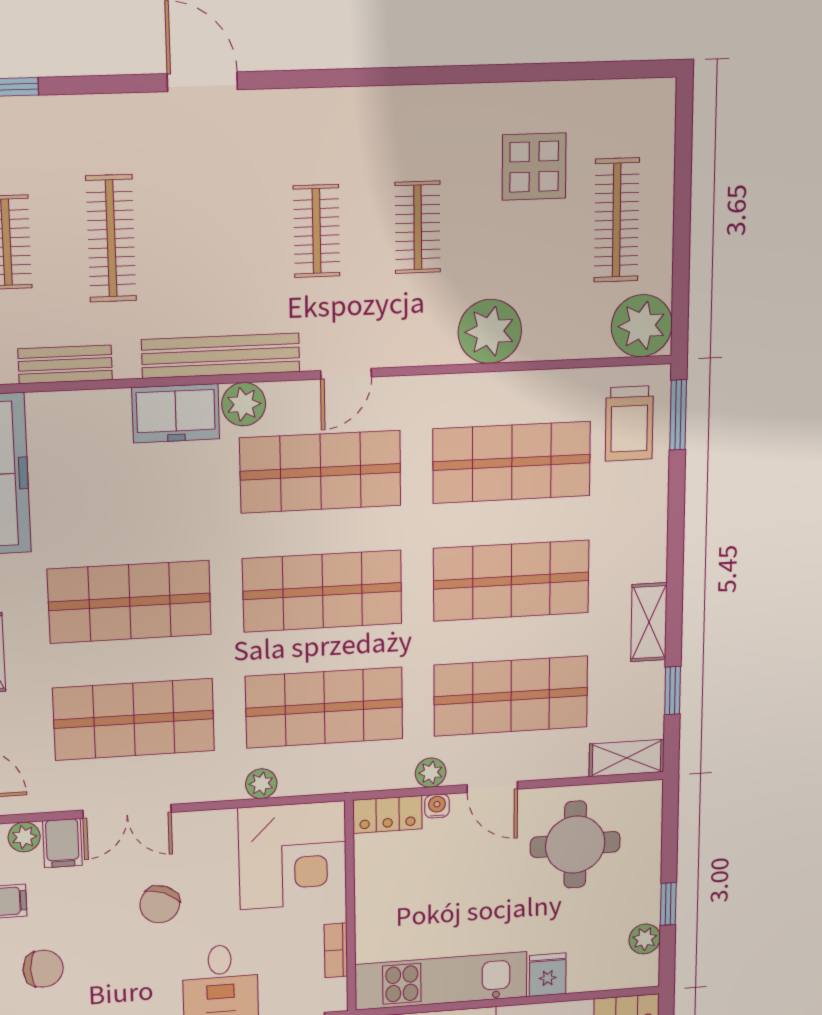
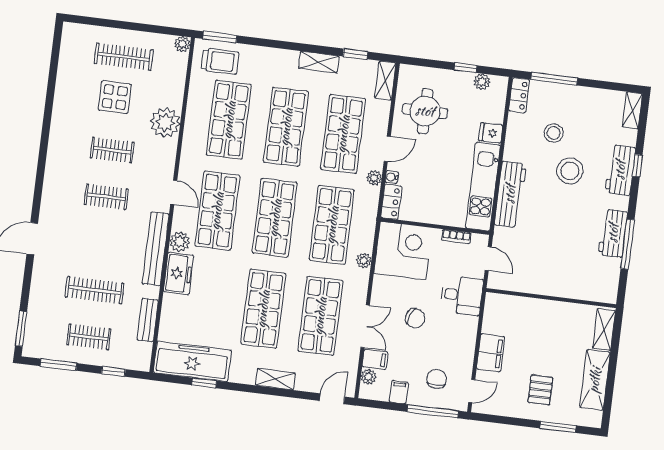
display table: (534, 167) -> (115, 97), moved
plant: (642, 326) -> (182, 44), width x0.53, depth x0.53

